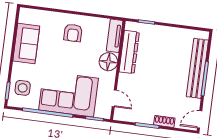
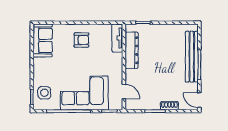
armchair: (73, 33) -> (81, 40), turned -90
sofa: (26, 44) -> (43, 40), moved
floor lamp: (108, 62) -> (115, 61), removed
door: (200, 119) -> (199, 100), hinge flipped

